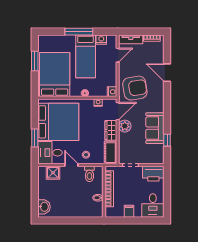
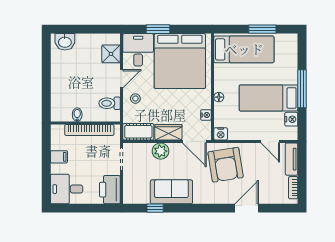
bed: (55, 75) -> (244, 49), width x0.67
plant: (125, 126) -> (161, 151), moved

